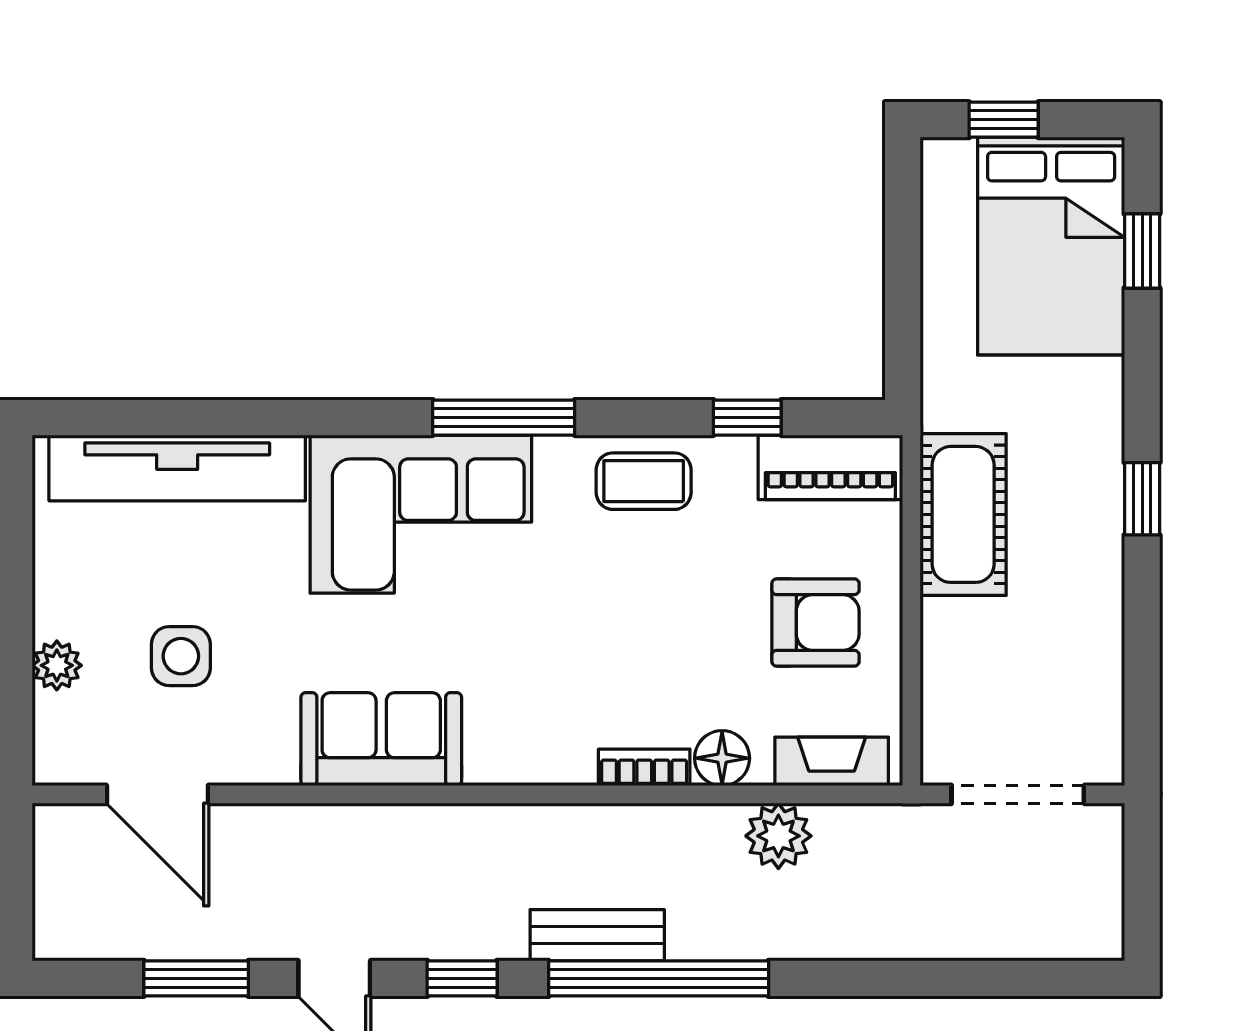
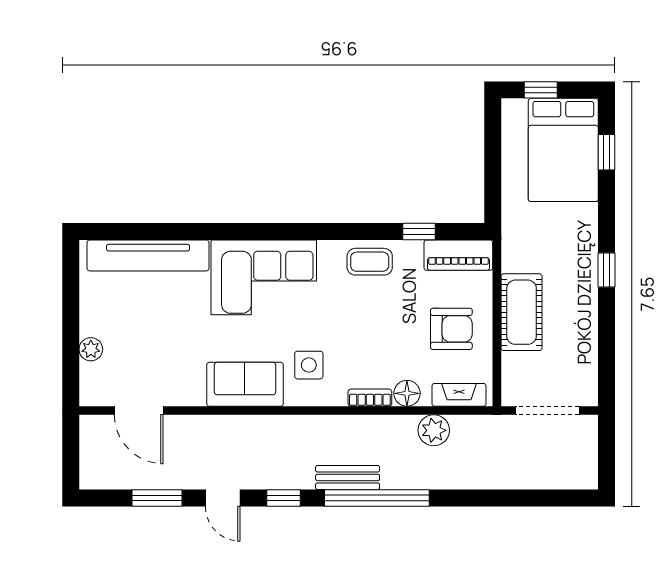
window: (504, 418) -> (303, 231), removed
cot: (963, 514) -> (522, 312), moved
side table: (181, 656) -> (309, 365), moved

